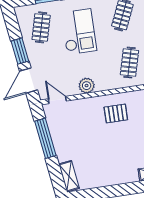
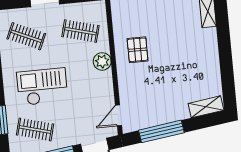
plant: (87, 86) -> (102, 61), moved

